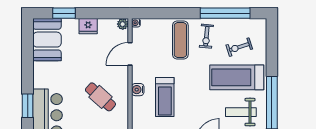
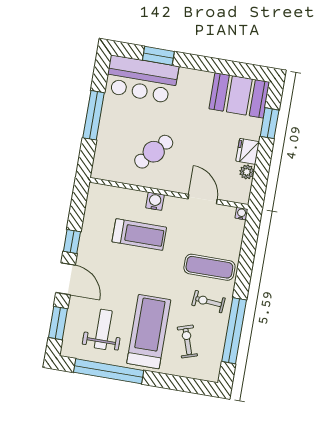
plant: (123, 24) -> (247, 172), moved
treadmill: (165, 97) -> (139, 235), turned 180

